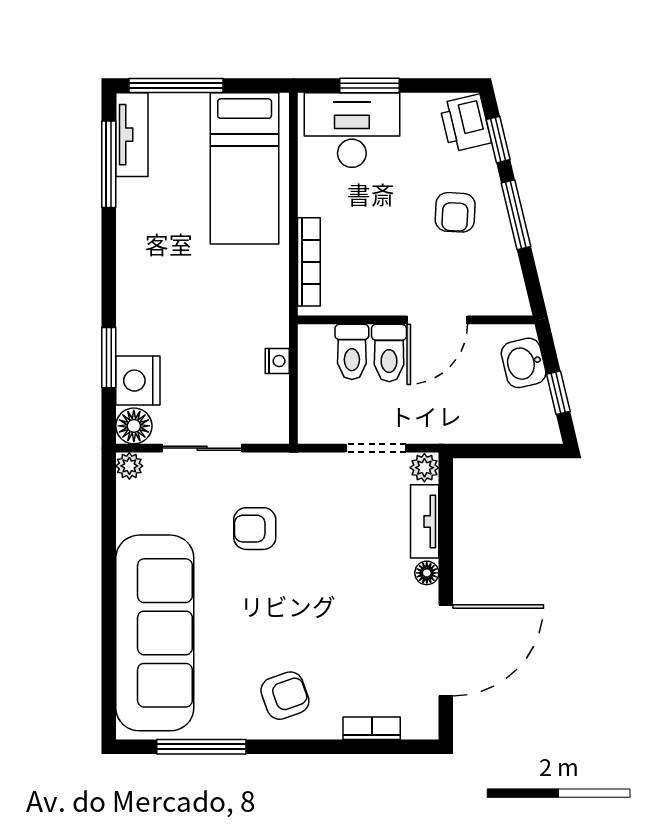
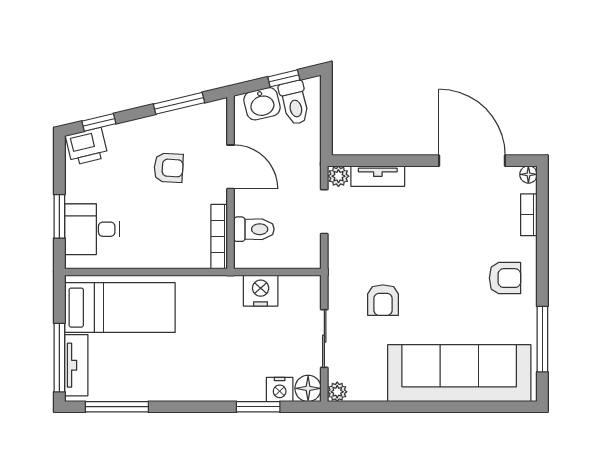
desk: (352, 130) -> (92, 229), width x0.73
tv unit: (132, 135) -> (76, 365), moved, turned 90
armchair: (455, 212) -> (169, 168), moved
window: (516, 215) -> (179, 103), moved
bookcase: (309, 262) -> (219, 237), moved, turned -90
toilet: (389, 353) -> (295, 103), moved, turned 77
nightstand: (277, 361) -> (261, 291), width x1.89, depth x1.79
nightstand: (138, 381) -> (280, 389), width x0.74, depth x0.75
floor lamp: (427, 573) -> (528, 174), moved
armchair: (285, 696) -> (505, 278), turned 110

